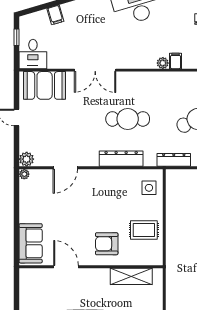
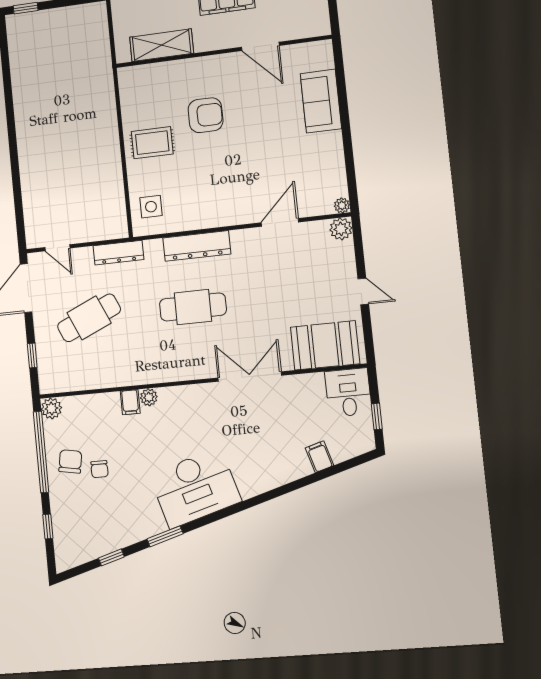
door: (66, 267) -> (260, 46), moved
wall: (91, 267) -> (223, 51), moved
shelving: (131, 276) -> (162, 45), moved

